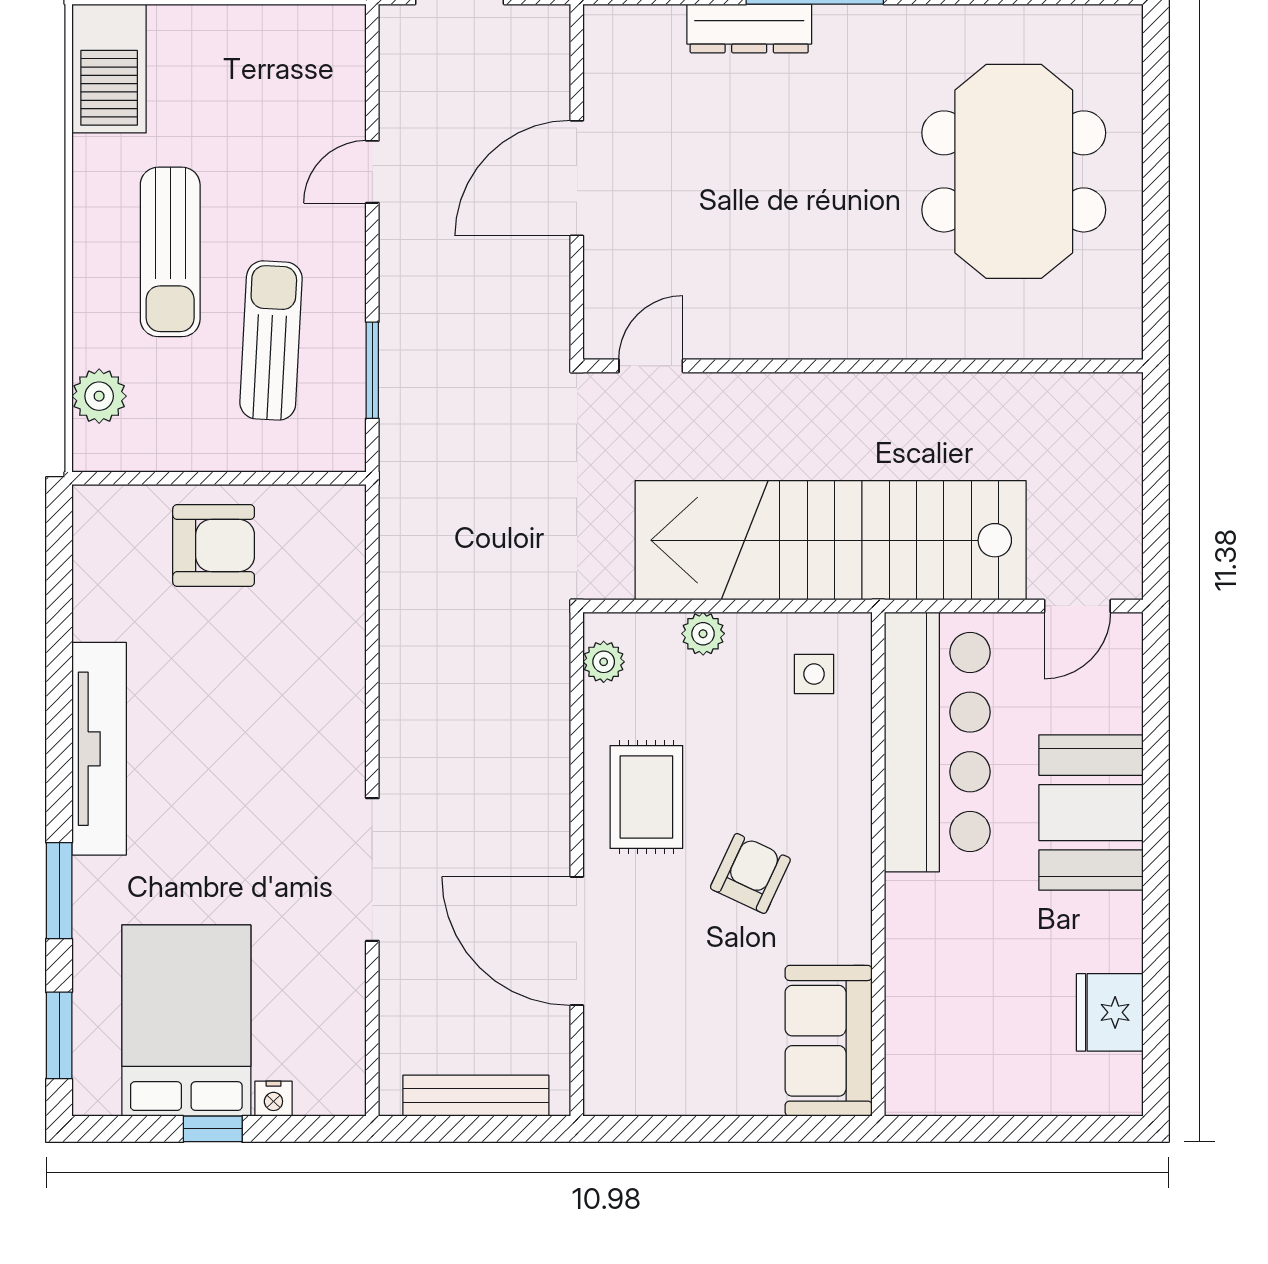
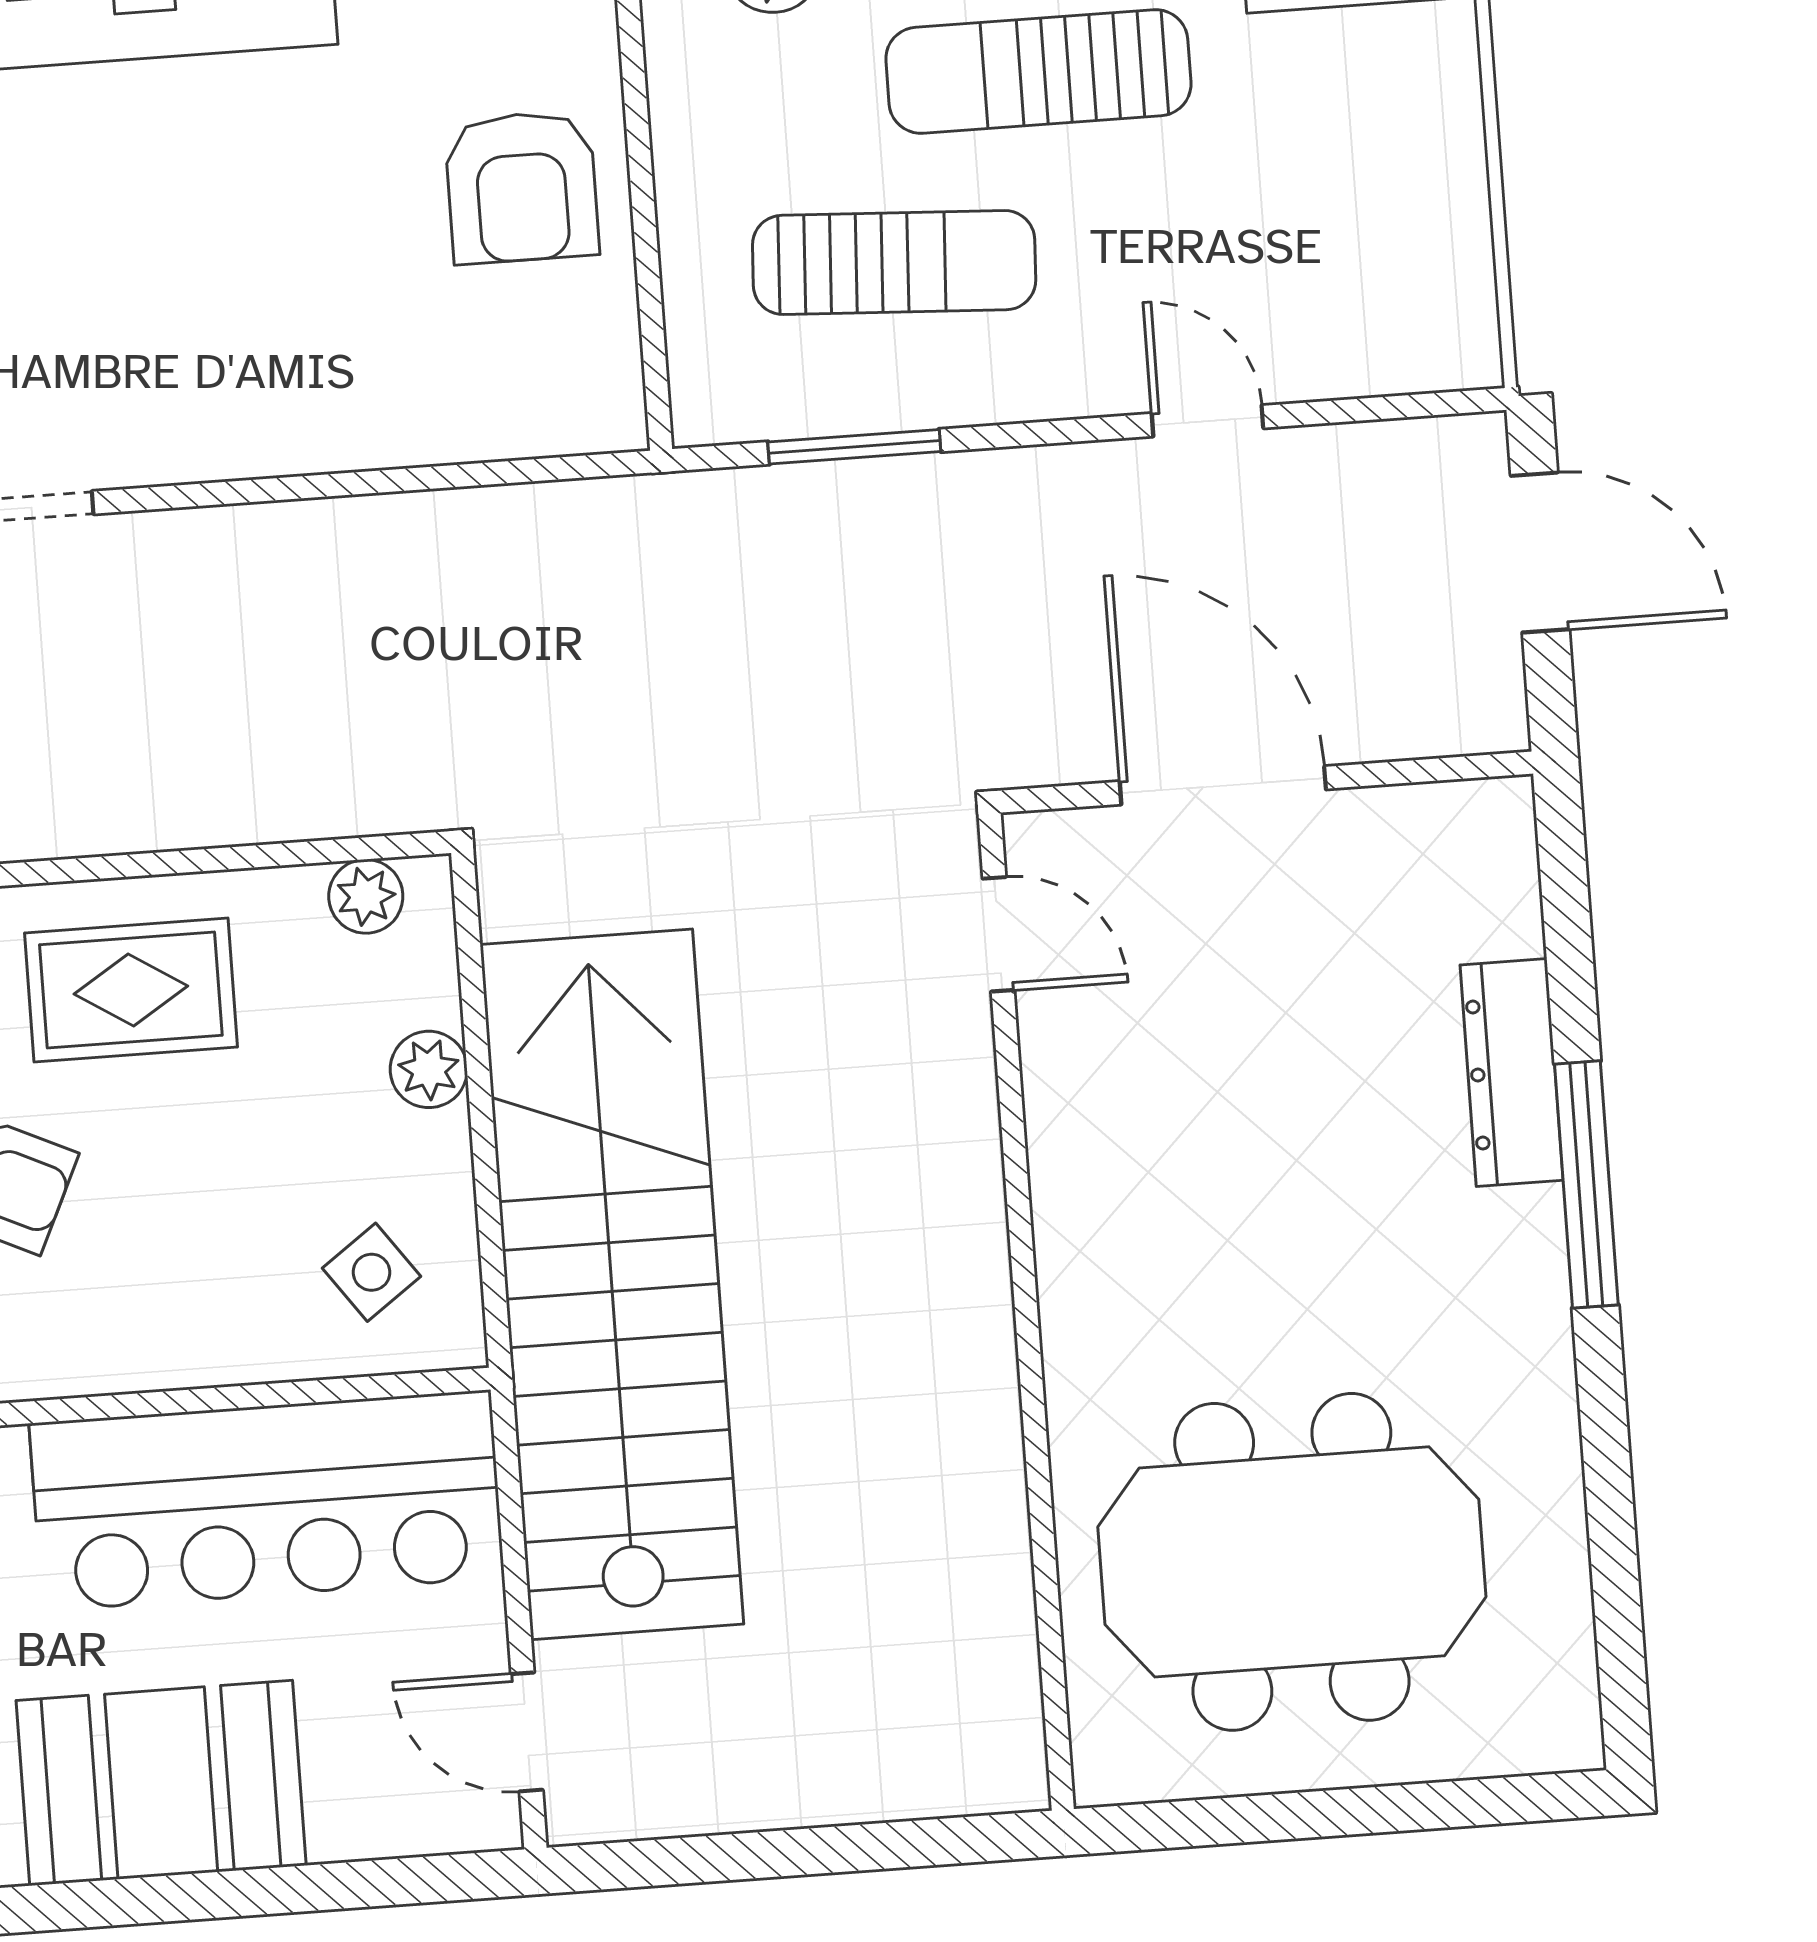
door: (651, 366) -> (998, 934), moved
wall: (863, 366) -> (1026, 1312), moved
side table: (814, 674) -> (371, 1272), turned -36

